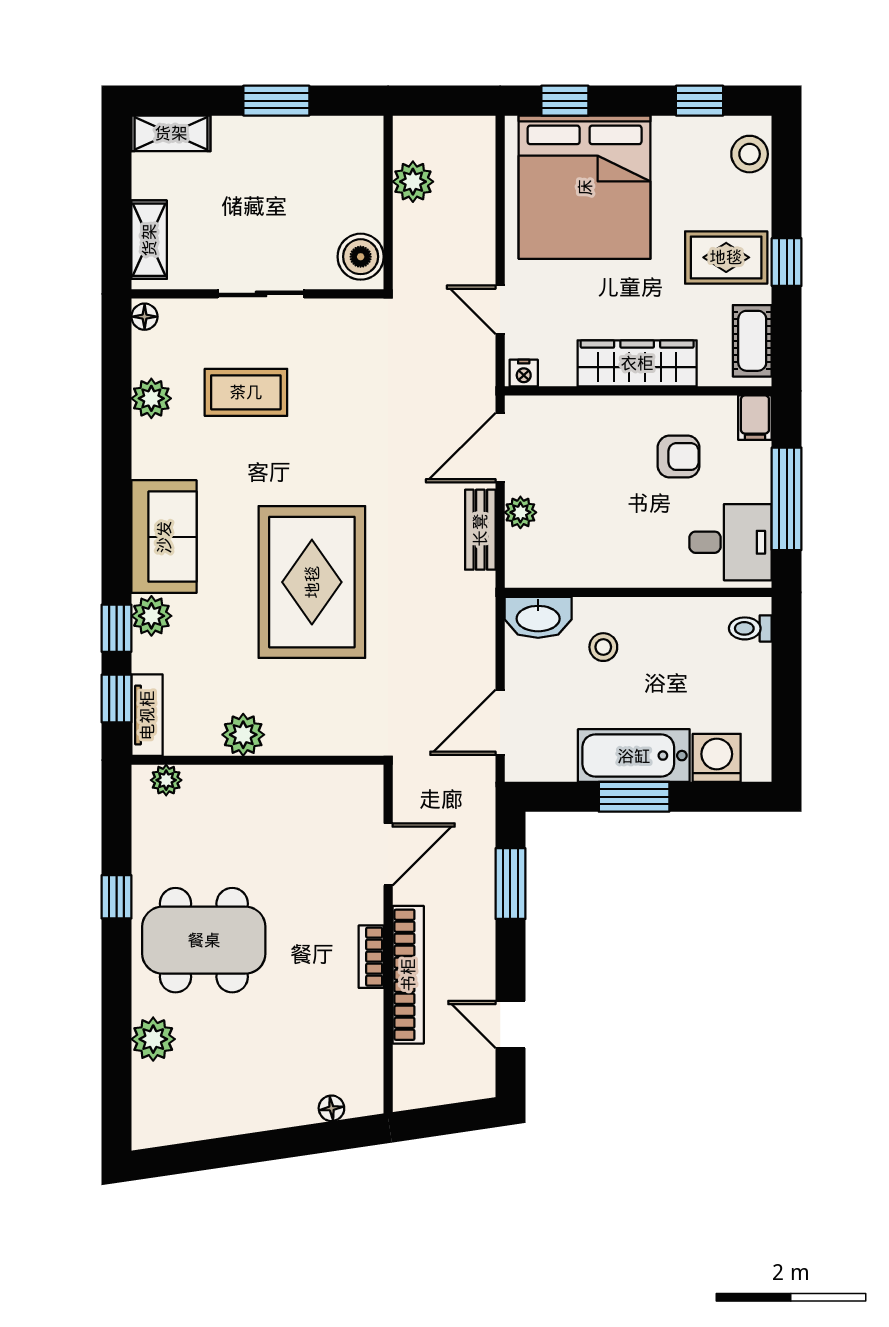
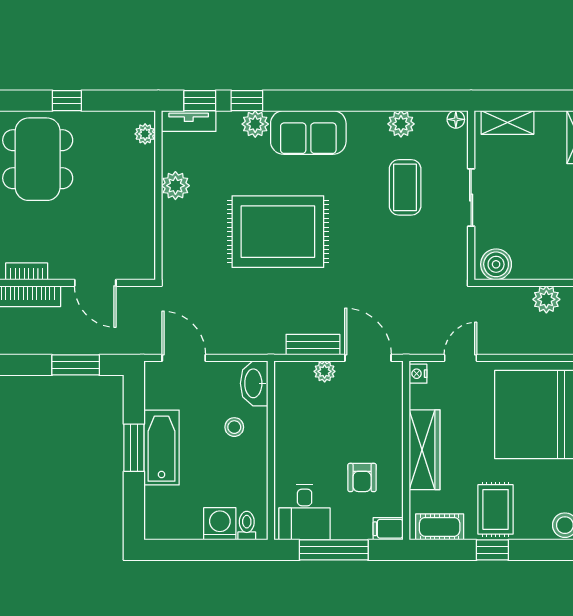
washing machine: (717, 758) -> (220, 524), moved, turned -90

